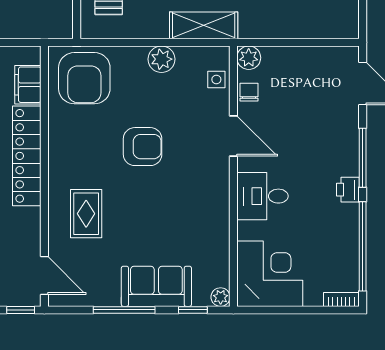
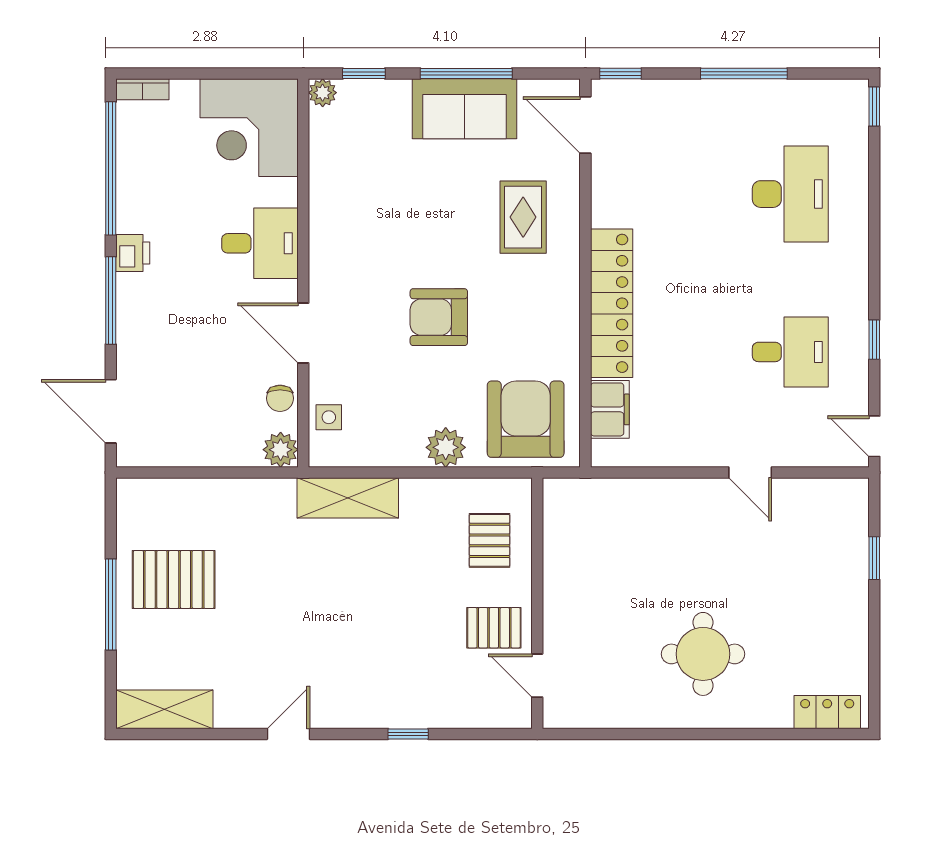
plant: (162, 59) -> (446, 447), moved
sofa: (156, 286) -> (464, 109), moved

